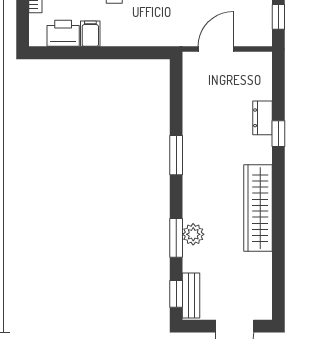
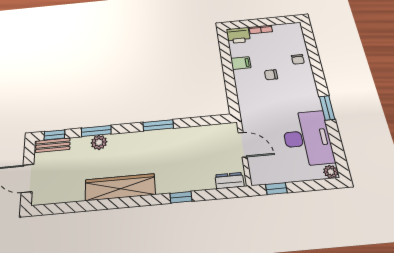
printer: (63, 33) -> (238, 35), moved, turned 90
dresser: (262, 118) -> (229, 181), moved

